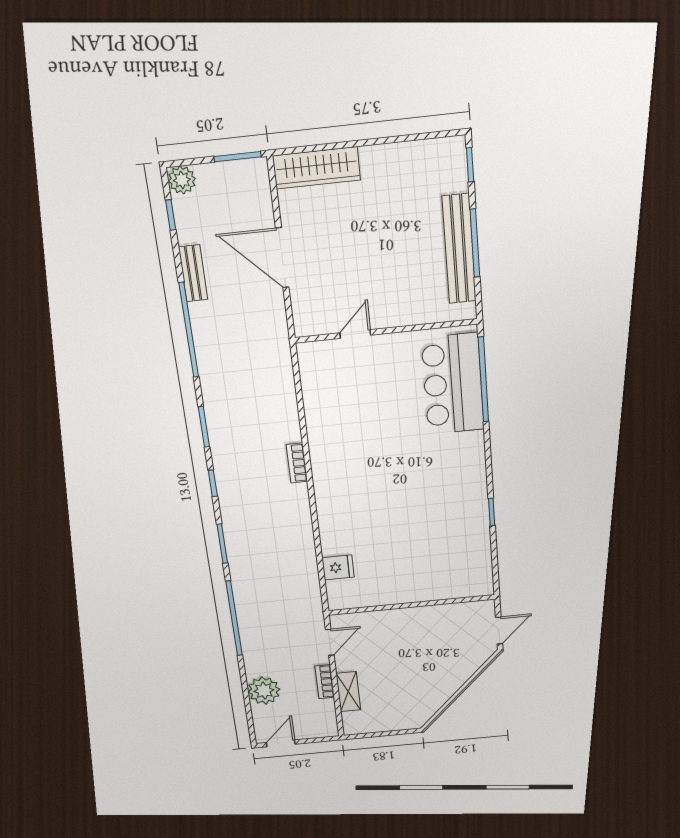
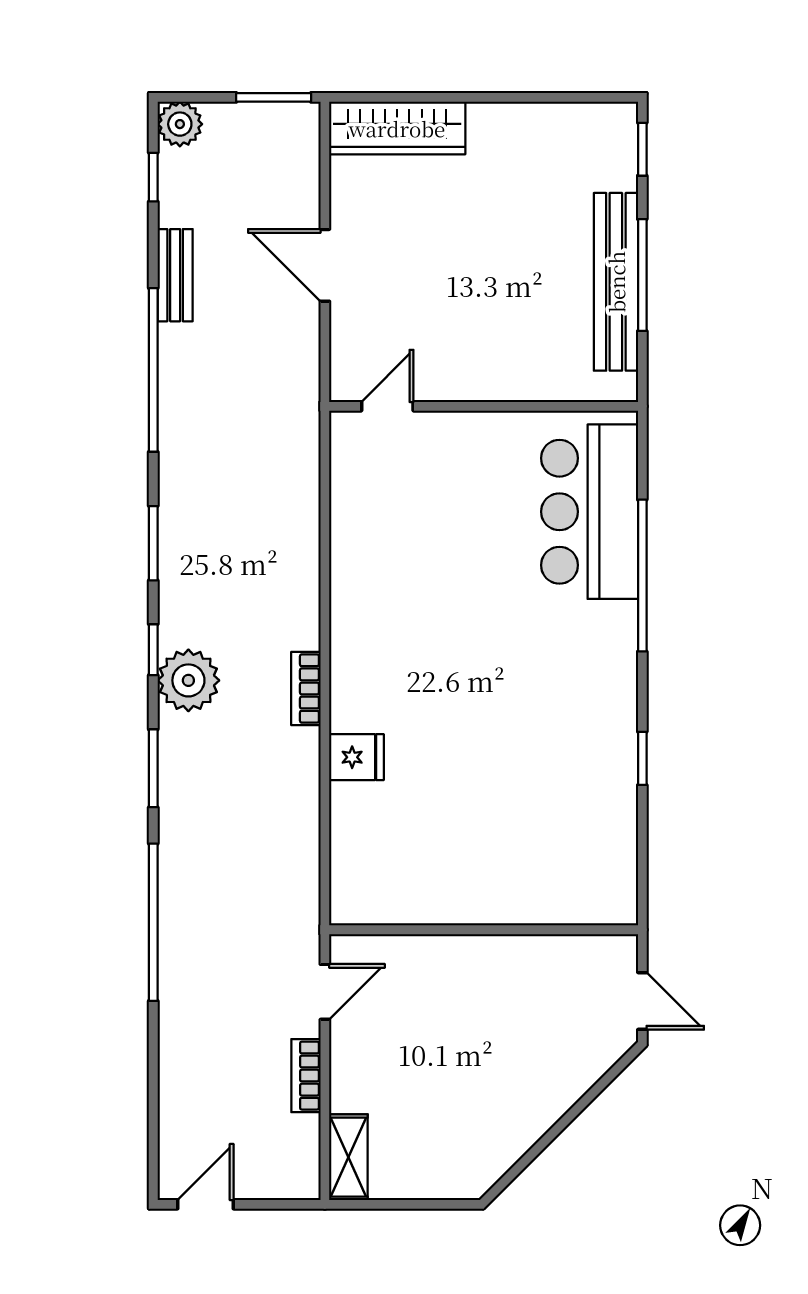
door: (282, 258) -> (325, 265), width x0.73
door: (355, 334) -> (387, 406), moved
window: (483, 380) -> (642, 576), moved
bookcase: (297, 463) -> (306, 688), moved
fridge: (338, 567) -> (356, 757), moved
door: (499, 630) -> (642, 1001), hinge flipped
plant: (264, 691) -> (188, 680), moved
shelving: (348, 692) -> (348, 1157), moved

